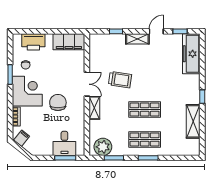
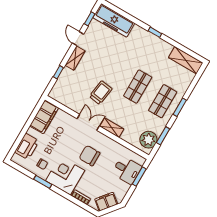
shelving: (193, 121) -> (186, 60), moved
filing cabinet: (22, 138) -> (106, 202), width x2.00

